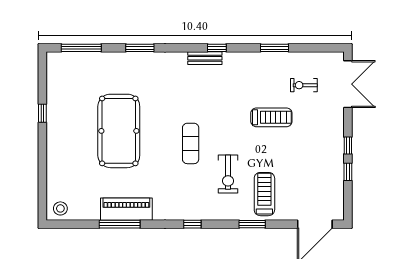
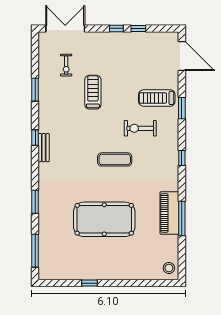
exercise bike: (228, 174) -> (140, 128), turned 180

